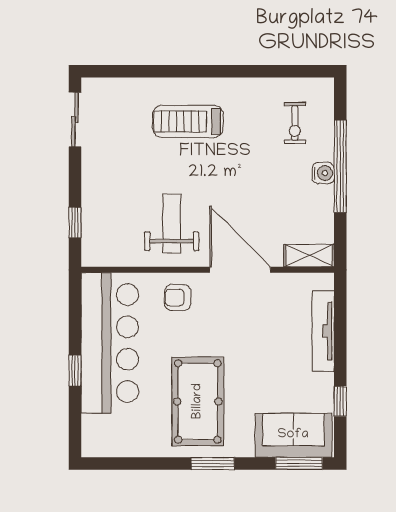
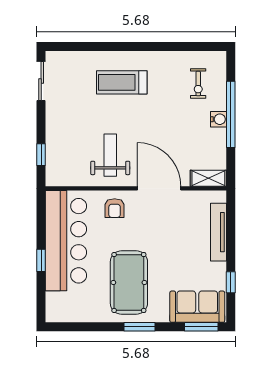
armchair: (178, 298) -> (115, 208), turned -90

